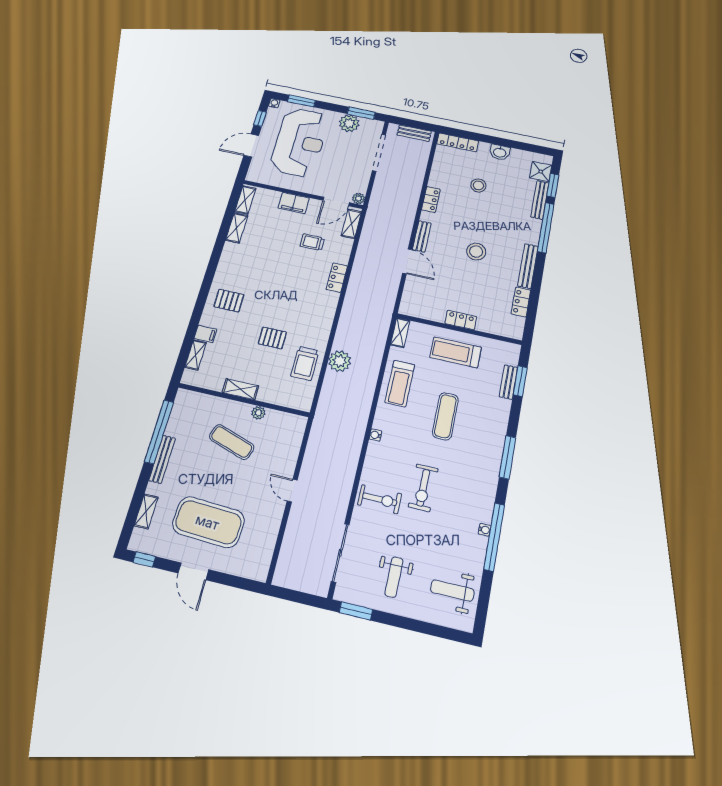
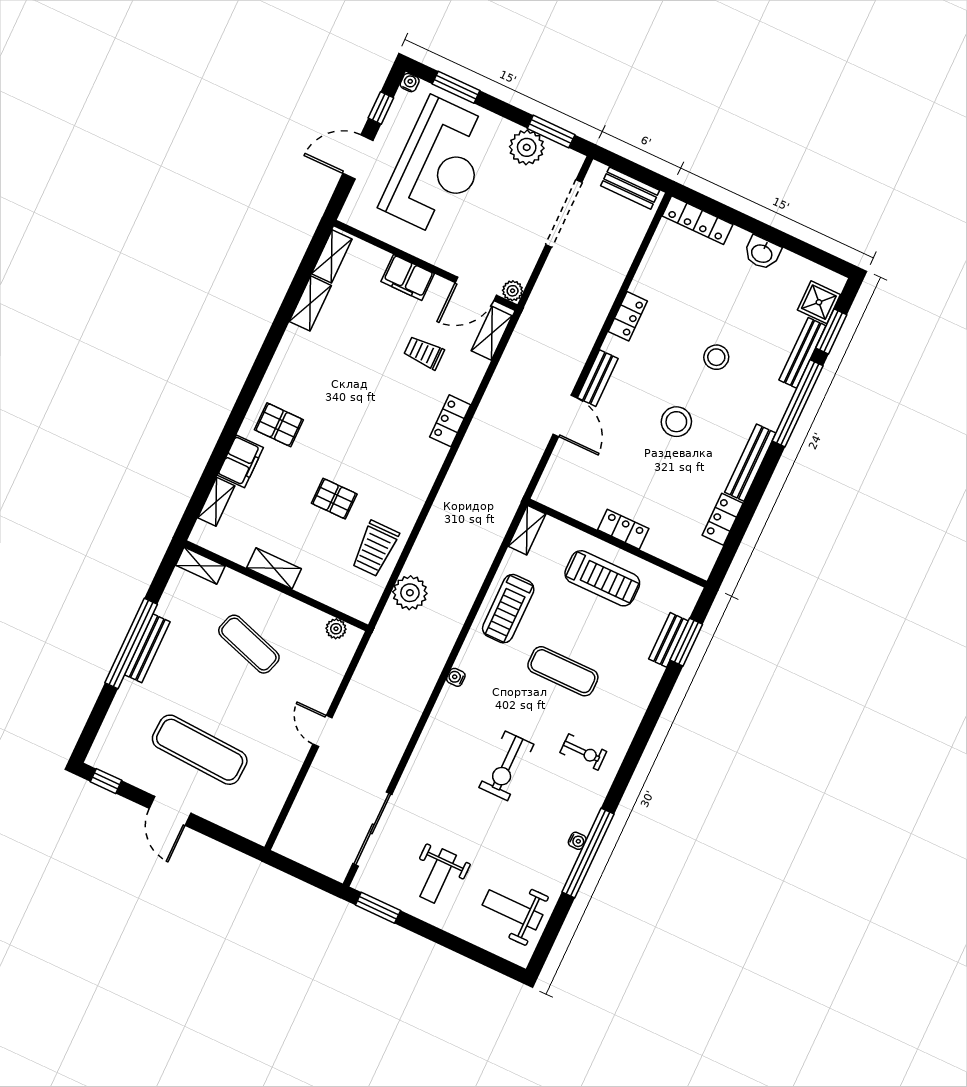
stool: (478, 185) -> (716, 357), moved
filing cabinet: (206, 334) -> (240, 461), width x2.00
treadmill: (456, 352) -> (602, 578), turned 180
plant: (340, 361) -> (410, 593), moved
plant: (258, 413) -> (336, 629), moved
exercise mat: (445, 416) -> (563, 671), turned 90
window: (159, 432) -> (131, 644), moved
window: (507, 457) -> (637, 749), removed
exercise bike: (380, 499) -> (583, 752), moved, width x0.73, depth x0.72
shelving: (146, 511) -> (200, 566), moved, turned 90
exercise mat: (208, 522) -> (200, 750), width x0.68

